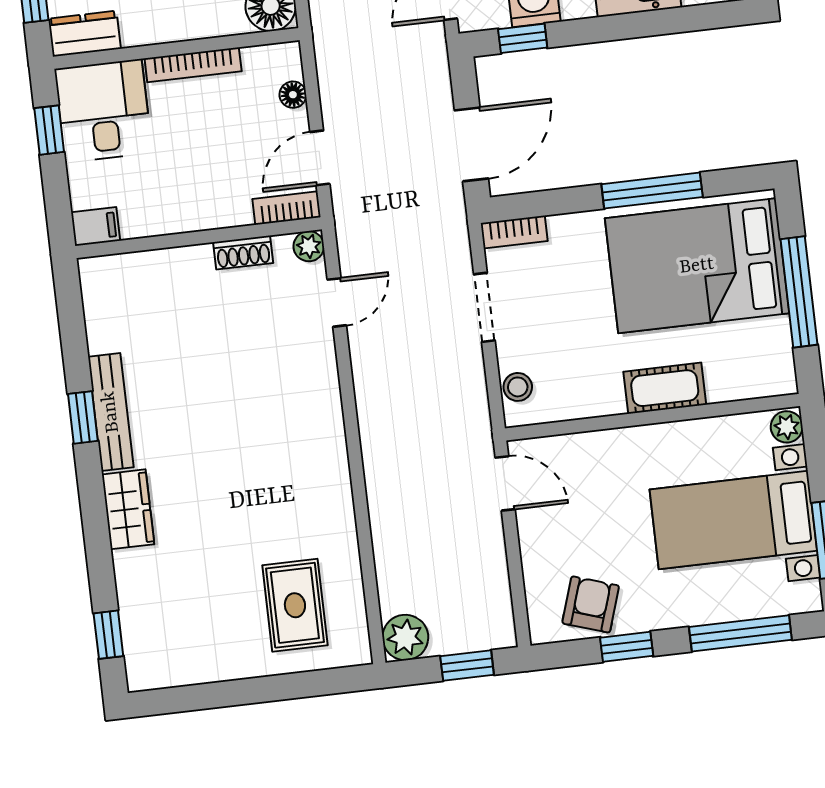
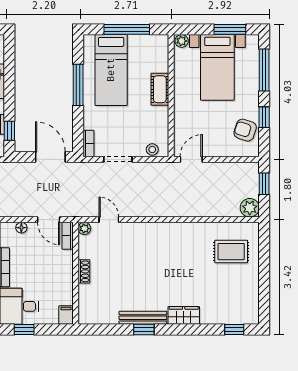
shoe rack: (243, 253) -> (84, 271), moved
bed: (697, 266) -> (111, 70), width x0.67

